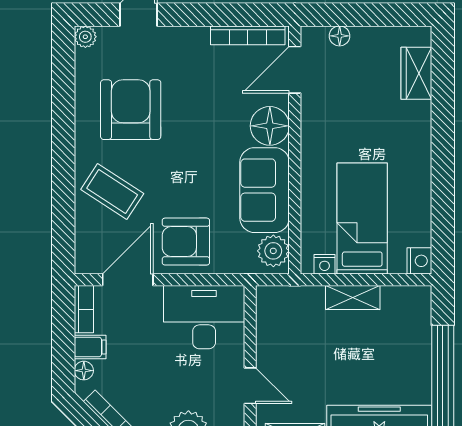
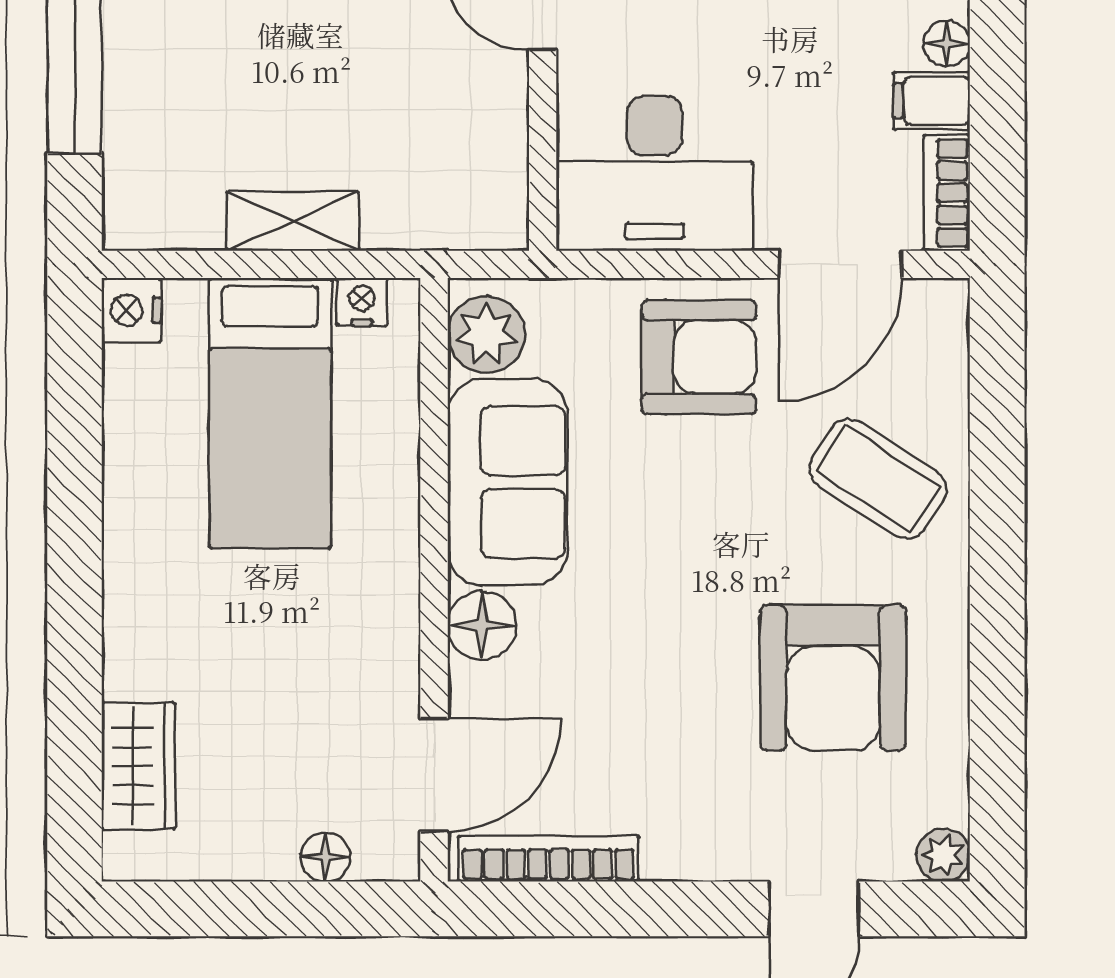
floor lamp: (270, 126) -> (482, 626), width x0.73, depth x0.73

